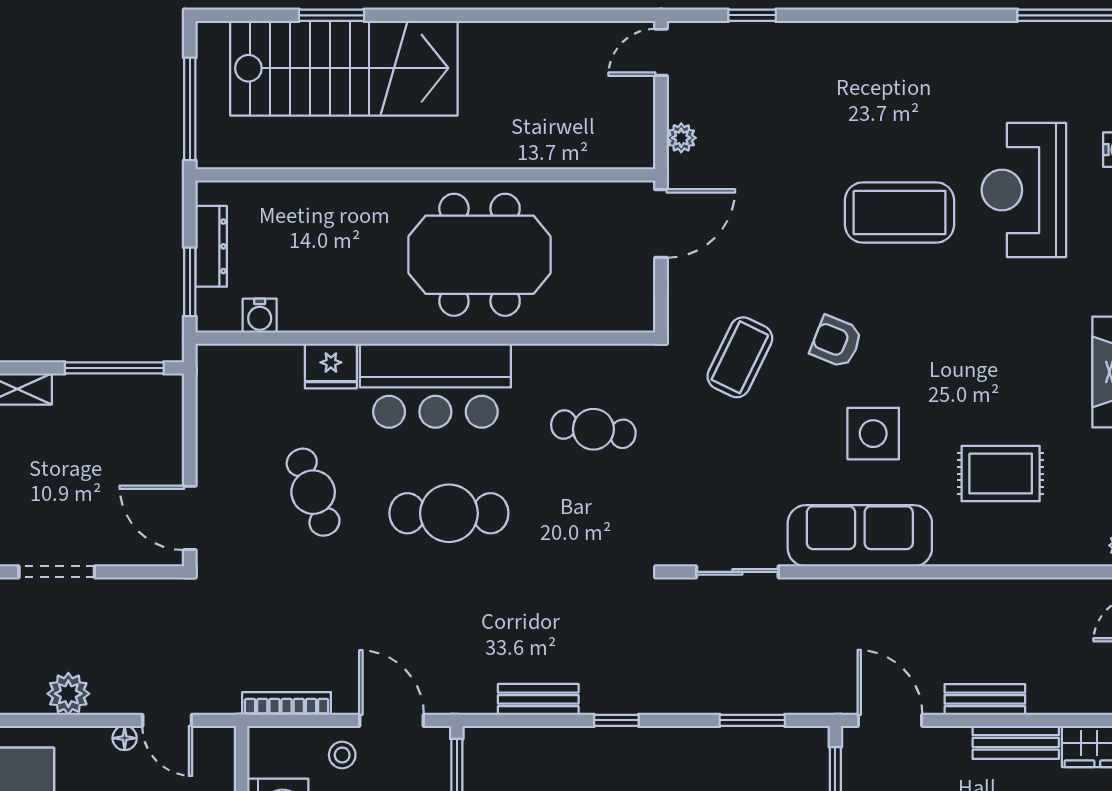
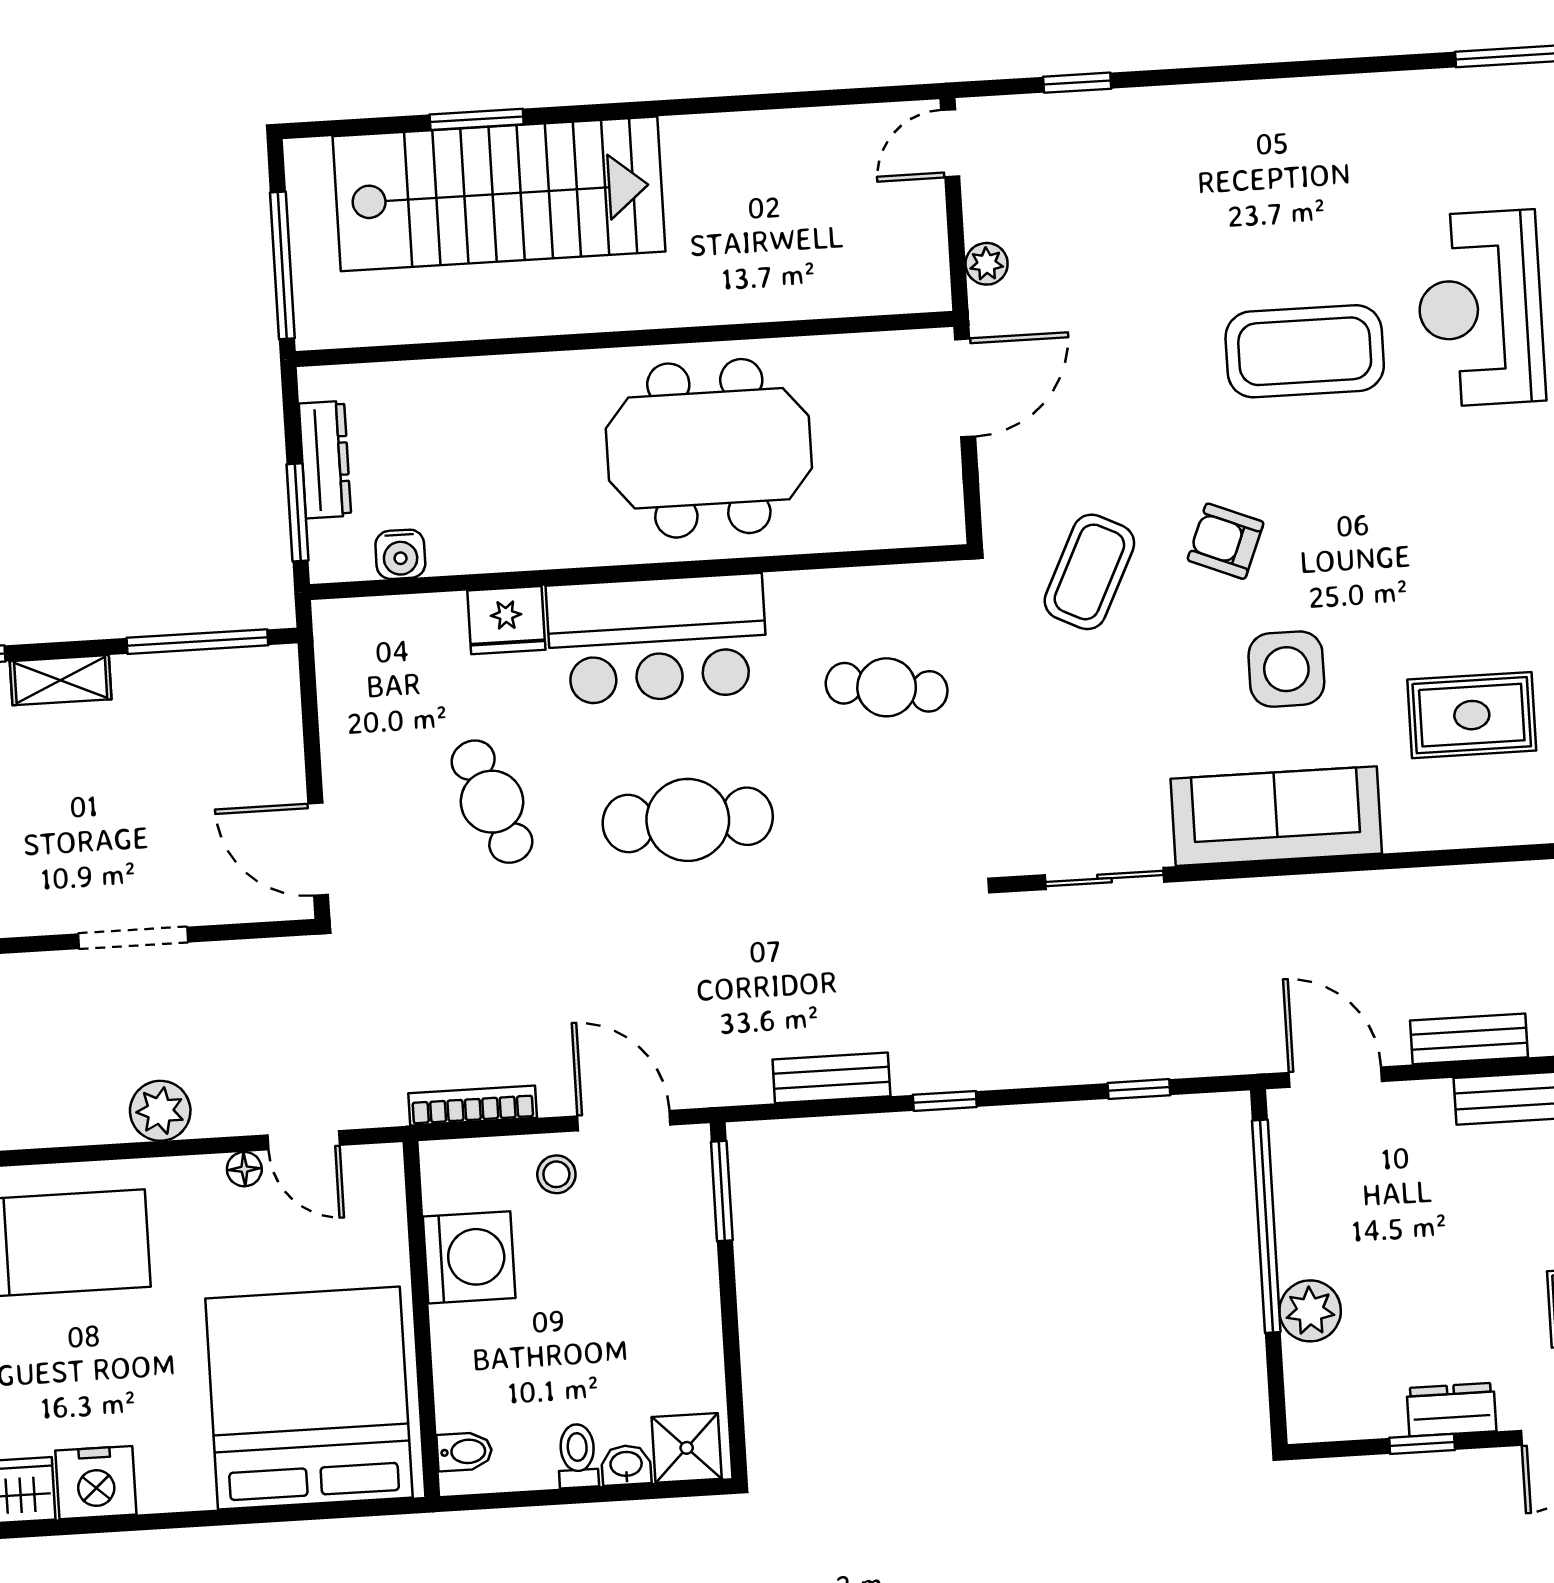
window: (752, 720) -> (1139, 1089), width x0.67

